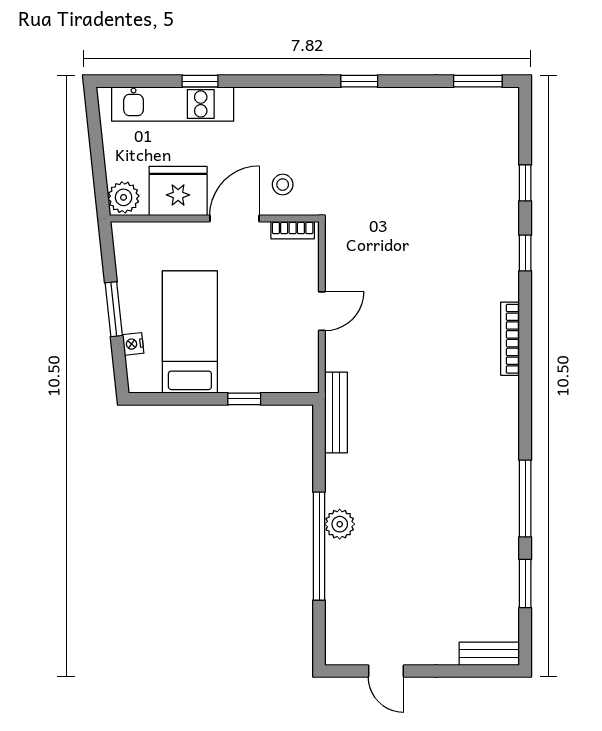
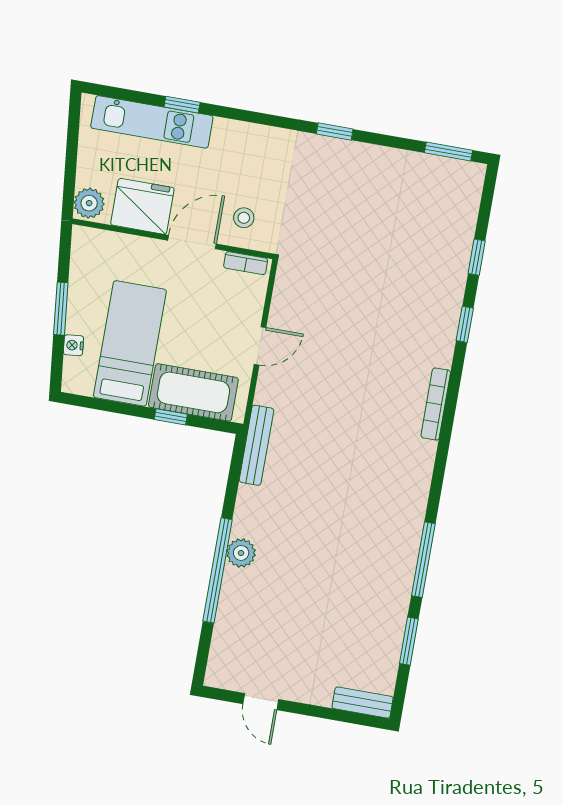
cot: (263, 370) -> (193, 392), added

